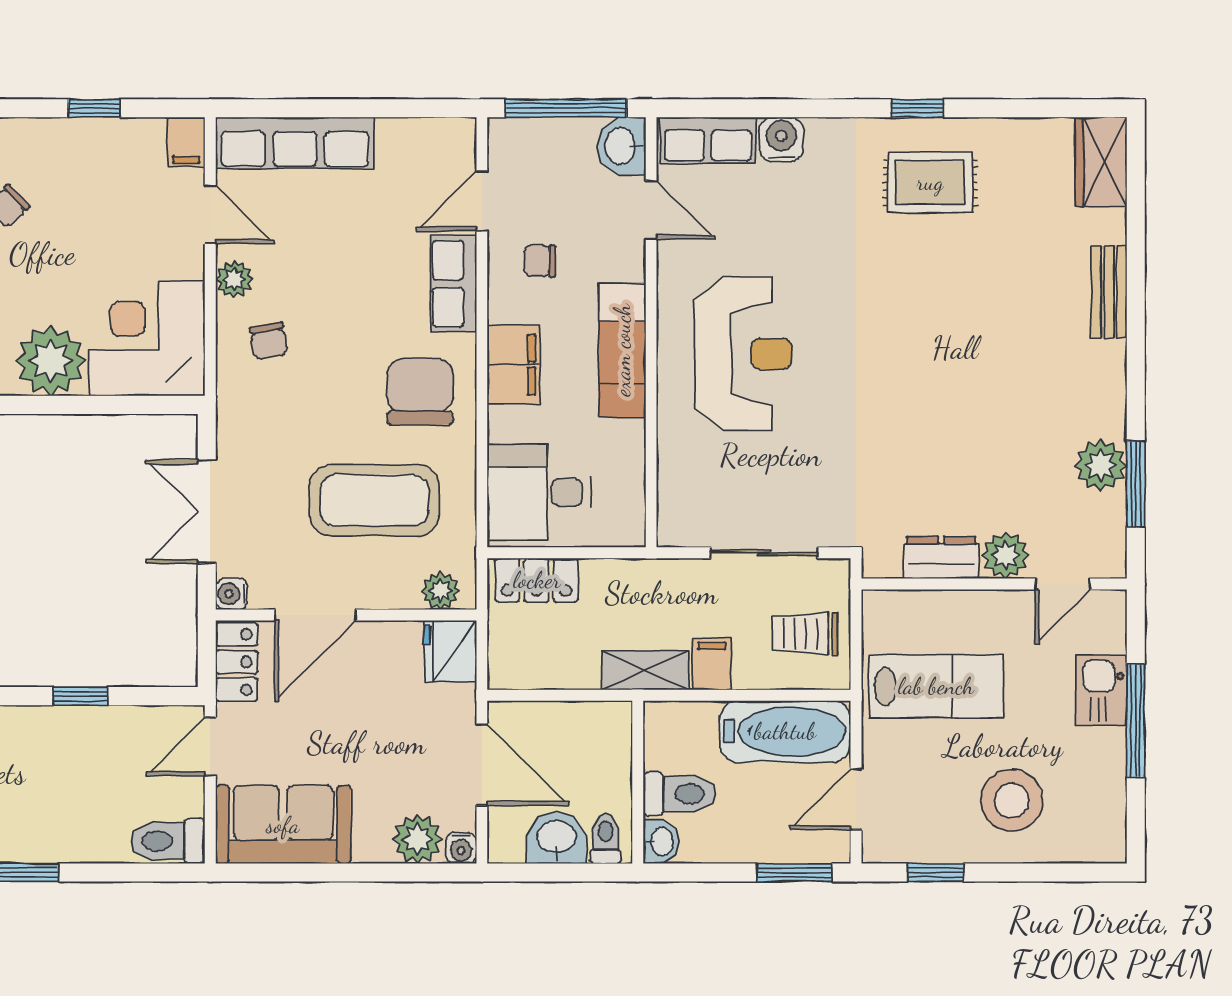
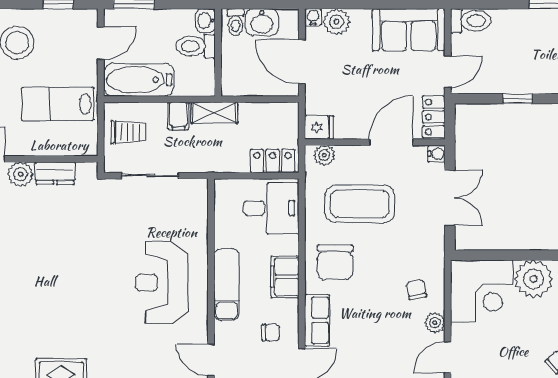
door: (210, 214) -> (448, 357), hinge flipped
fridge: (450, 651) -> (319, 127), width x0.72

